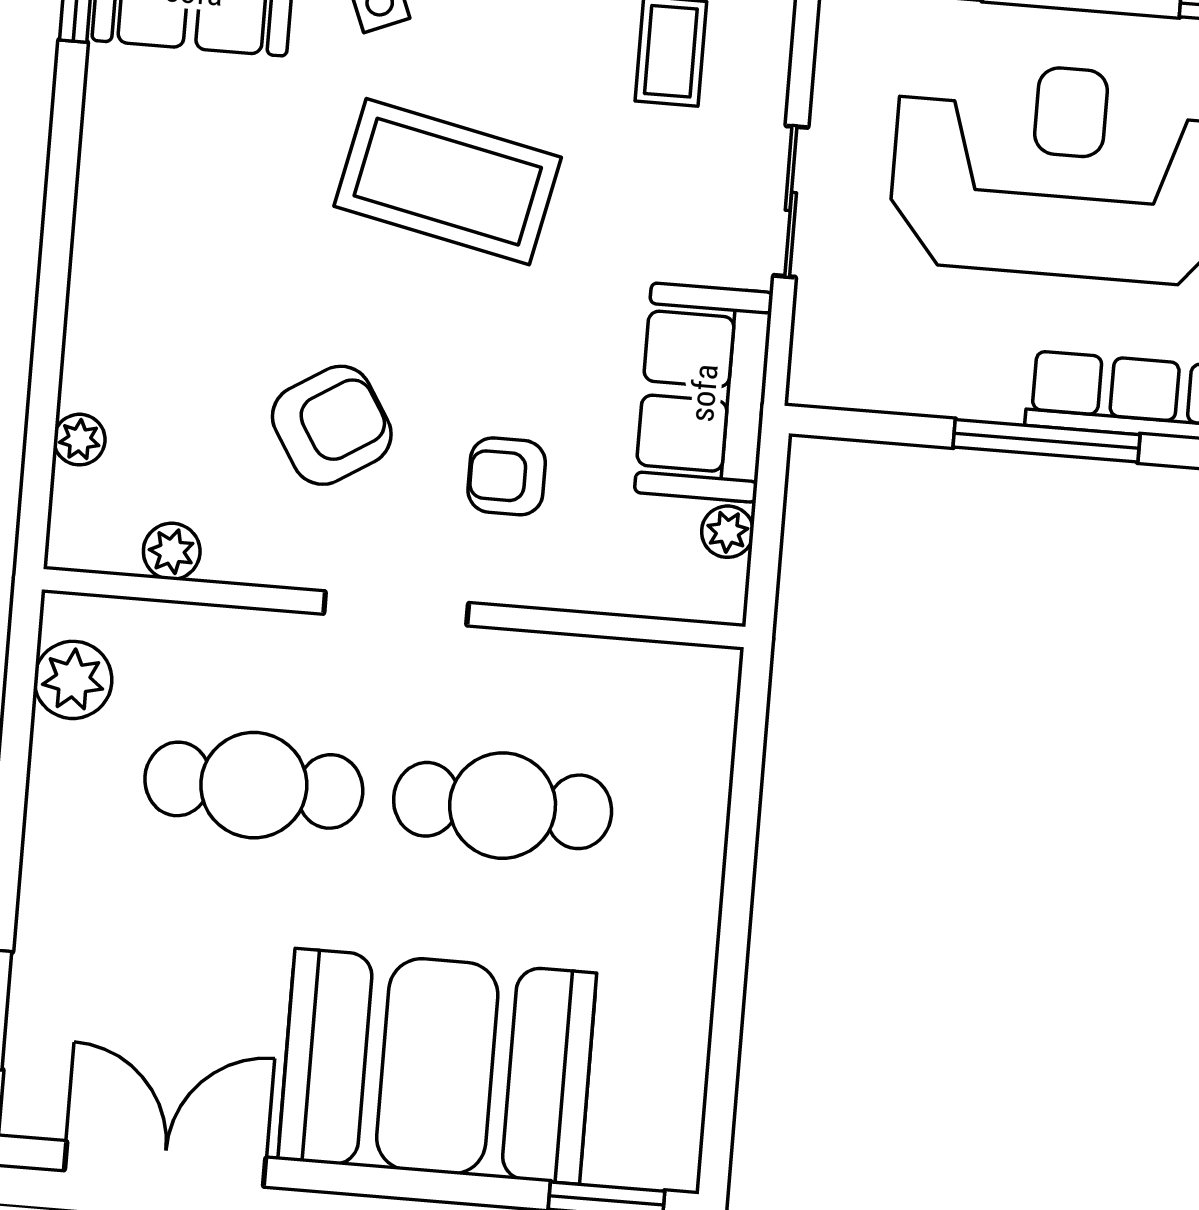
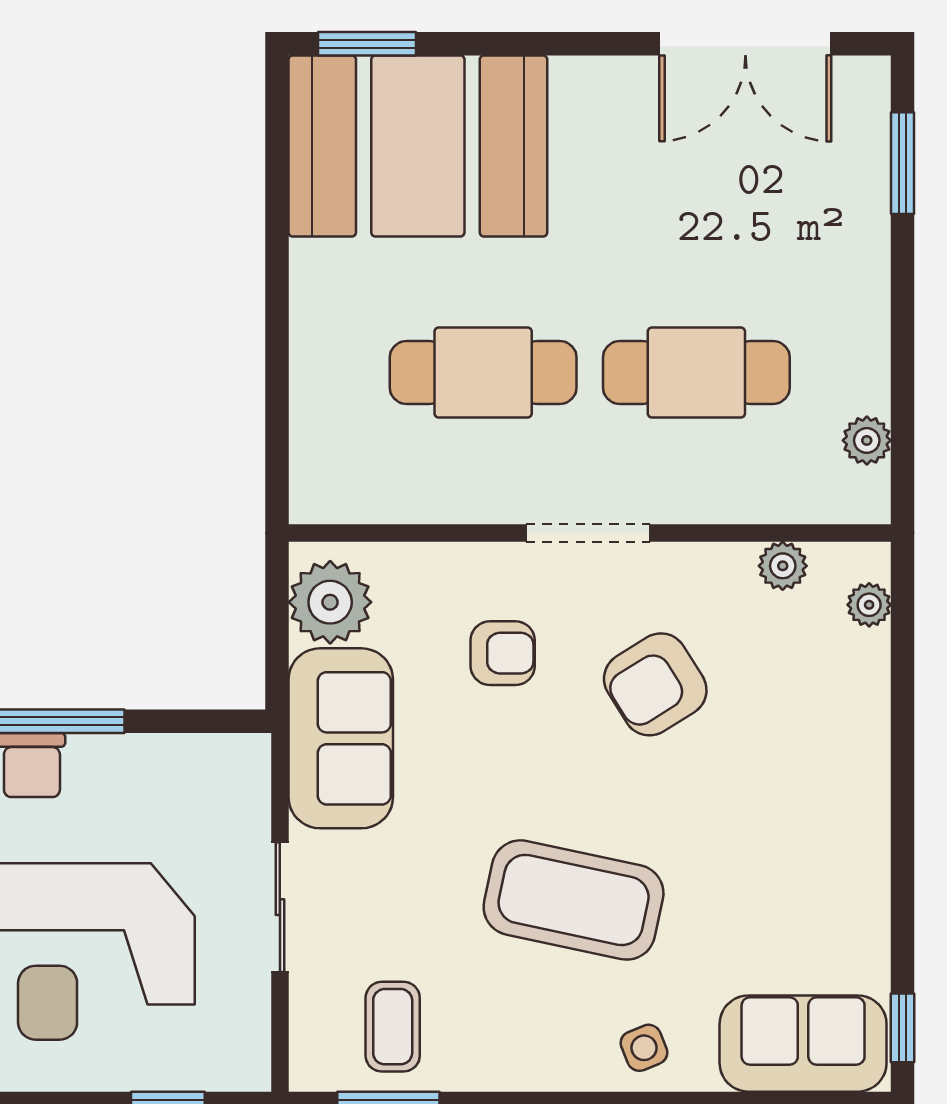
plant: (79, 440) -> (869, 605), moved
plant: (728, 532) -> (330, 602), width x1.87, depth x1.87
plant: (73, 680) -> (867, 440), width x0.73, depth x0.73
booth: (437, 1066) -> (418, 146), moved

